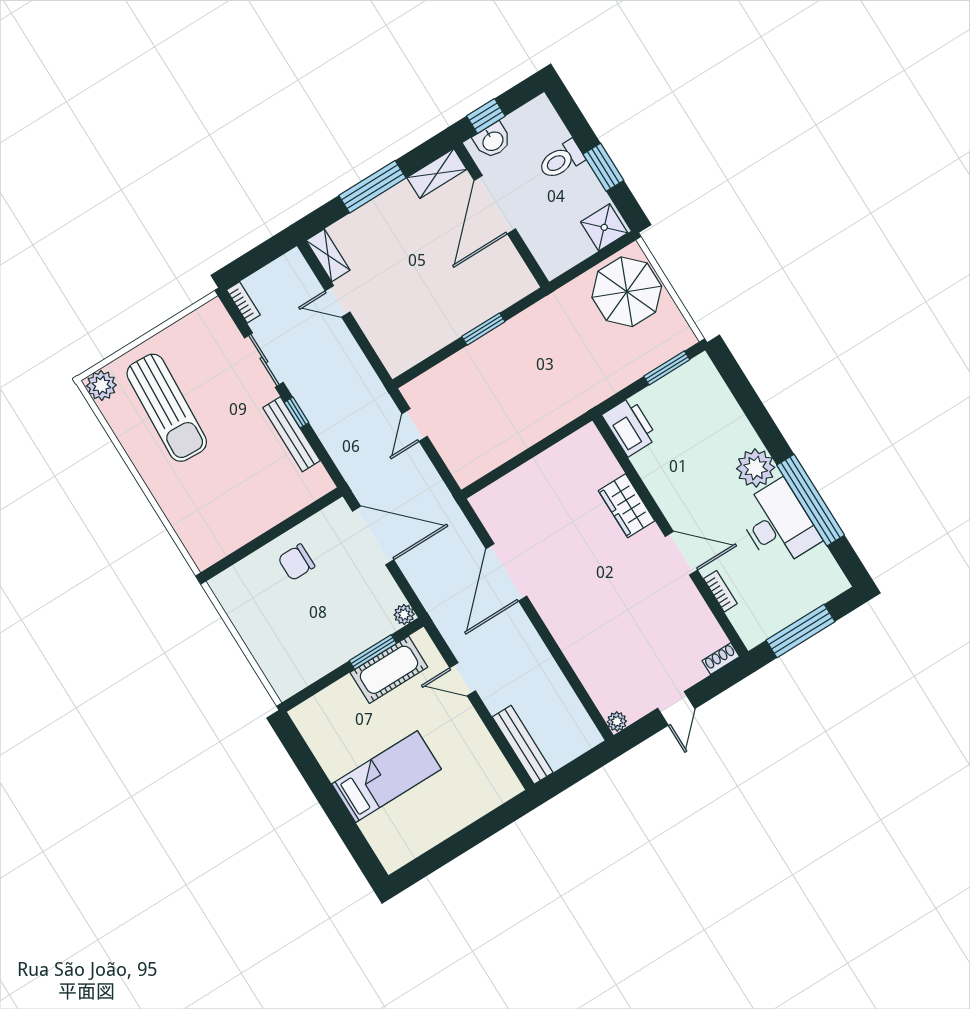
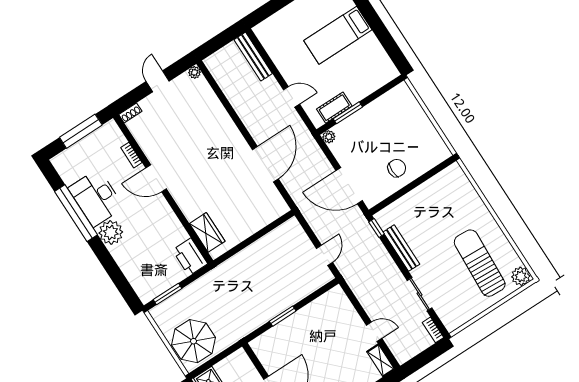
window: (297, 412) -> (377, 228), moved
wardrobe: (627, 506) -> (207, 232), moved
cot: (389, 670) -> (334, 108), width x0.73, depth x0.75

